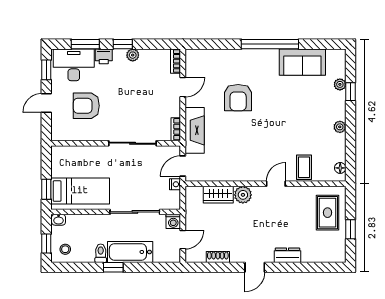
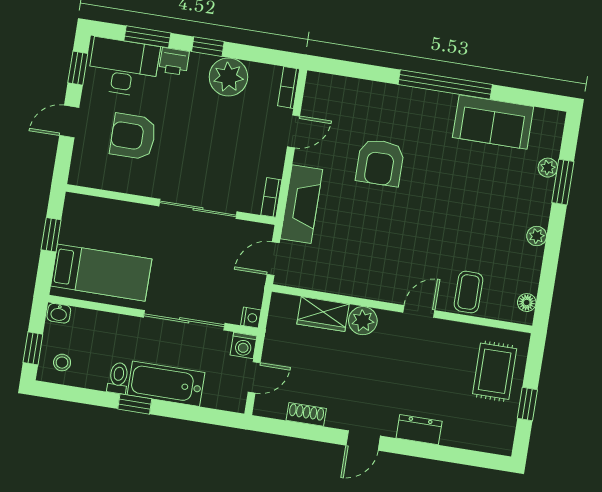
plant: (133, 55) -> (228, 77), width x1.87, depth x1.87
window: (350, 92) -> (563, 182), width x1.50
nightstand: (175, 184) -> (251, 318), moved
window: (46, 189) -> (51, 235), moved

